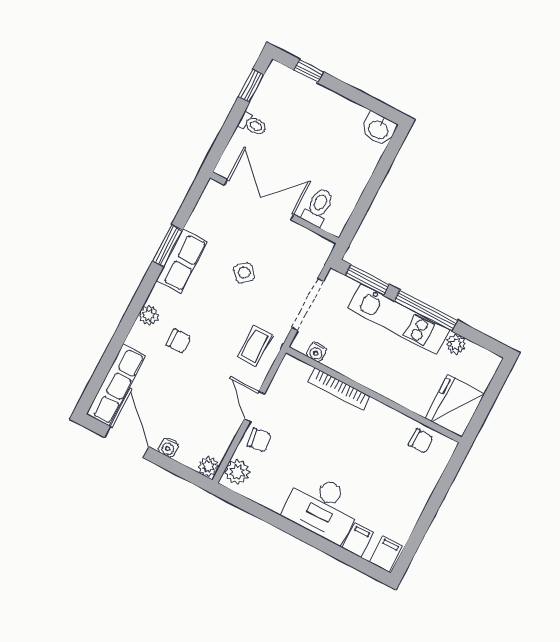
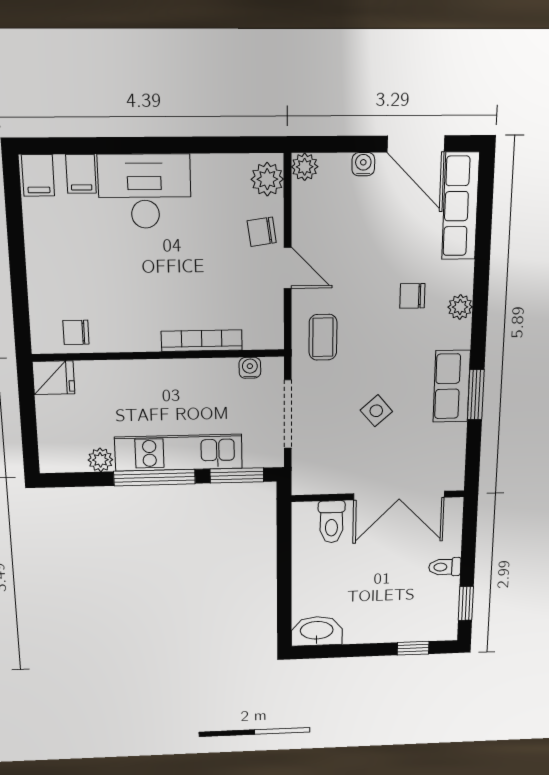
washbasin: (379, 129) -> (317, 631), width x1.38
fridge: (455, 406) -> (54, 378), width x0.53, depth x0.75

